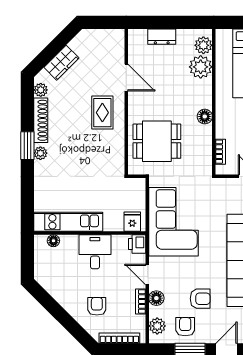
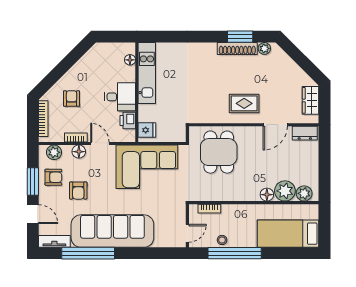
dresser: (162, 37) -> (305, 133), moved, turned -90
wardrobe: (61, 63) -> (311, 100), moved, turned 45
floor lamp: (205, 117) -> (267, 195), moved
window: (27, 146) -> (240, 37), moved
plant: (40, 153) -> (208, 48), removed
printer: (137, 244) -> (128, 120), moved, turned -90
door: (147, 275) -> (100, 143), hinge flipped
armchair: (97, 306) -> (72, 98), turned -90

